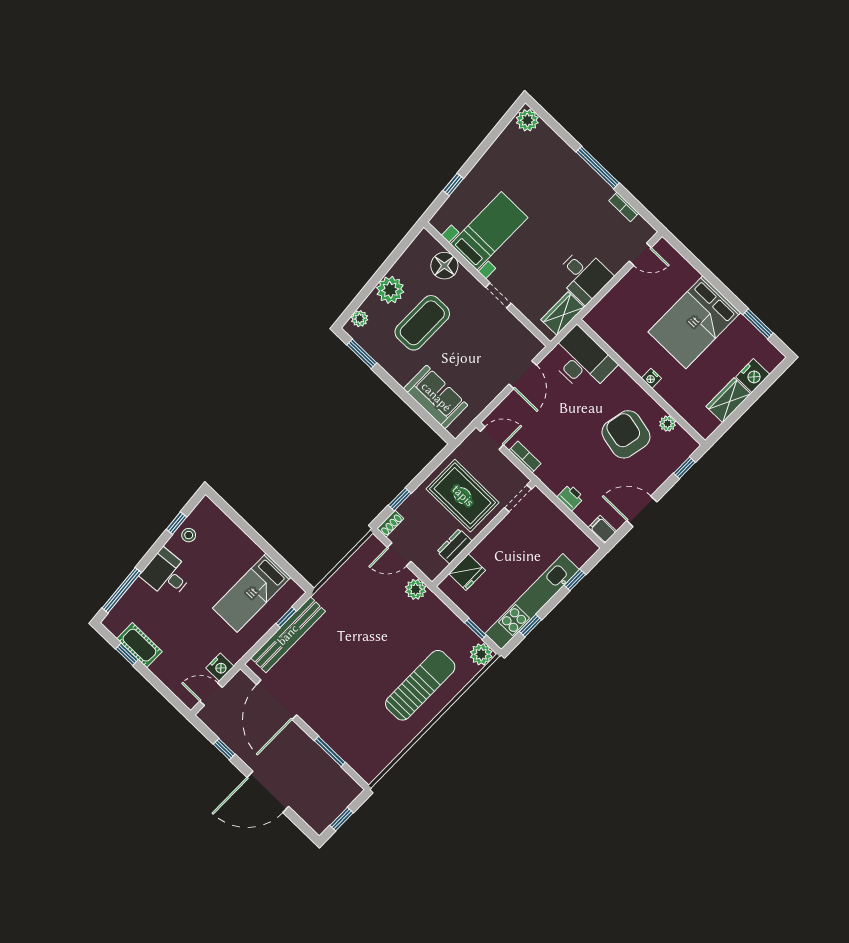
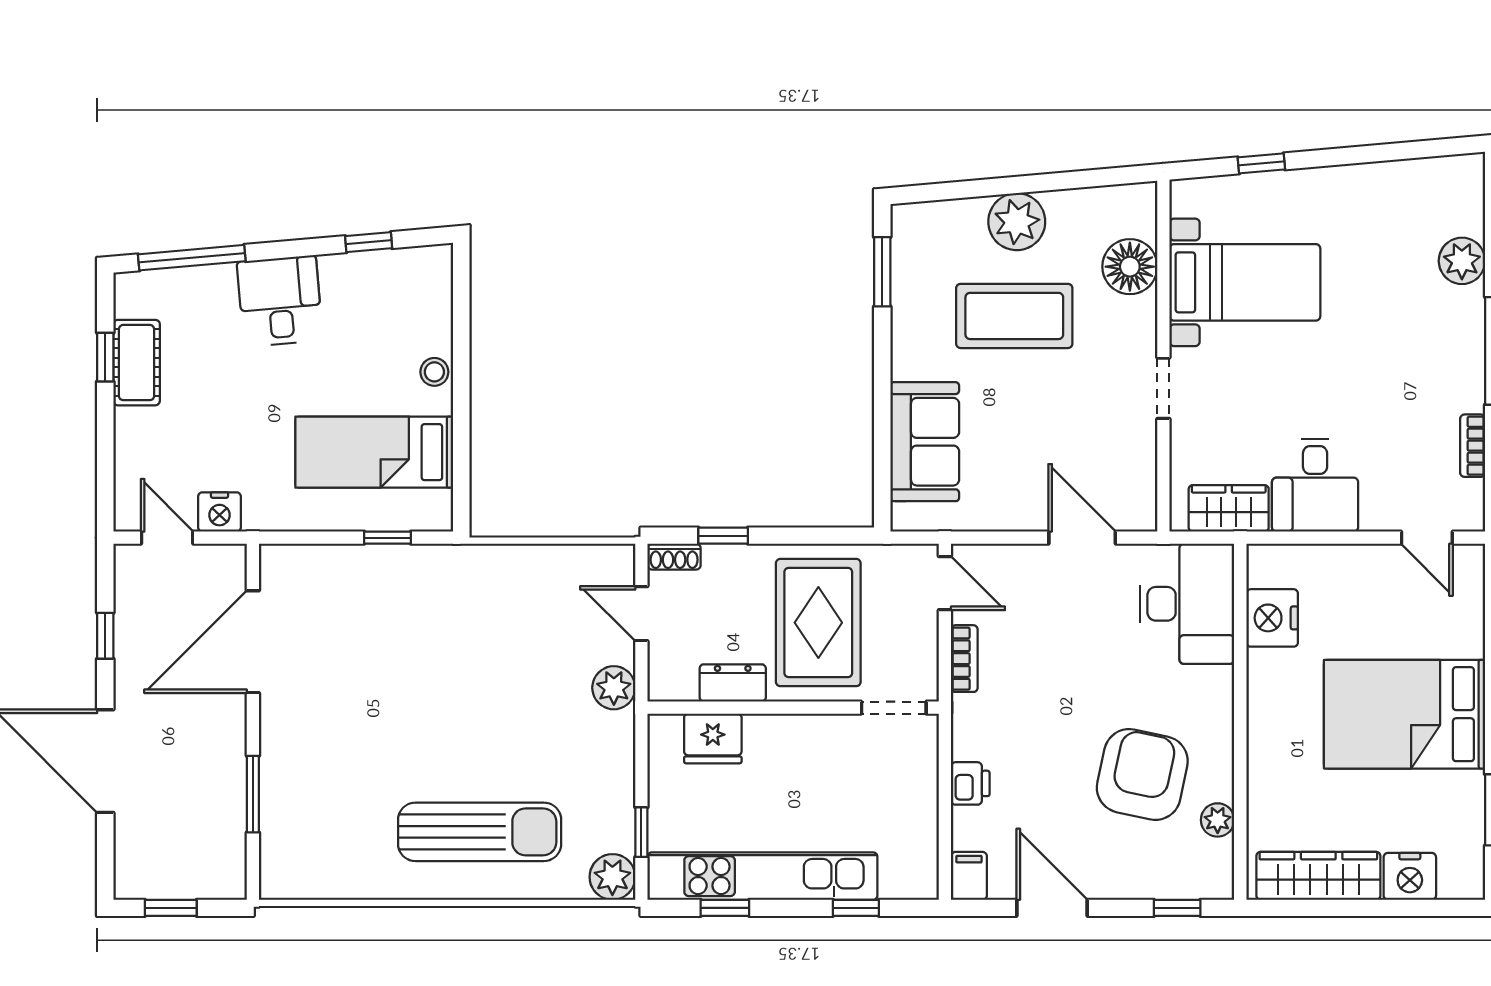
plant: (527, 120) -> (1462, 261), moved
plant: (360, 319) -> (931, 218), removed
door: (523, 375) -> (1082, 538), swing flipped
nightstand: (651, 378) -> (1272, 618), moved, width x1.89, depth x1.79
wardrobe: (728, 400) -> (1318, 876), width x1.50
stool: (189, 535) -> (434, 372), moved
bench: (288, 635) -> (365, 566), removed

